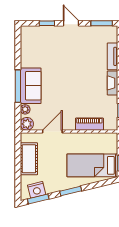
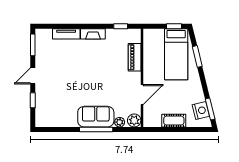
door: (52, 132) -> (142, 95), swing flipped
cot: (29, 159) -> (174, 121), width x0.73, depth x0.75
window: (71, 191) -> (197, 56), moved

